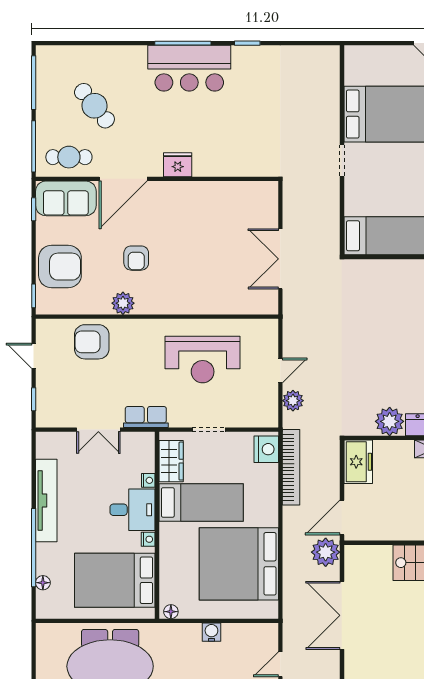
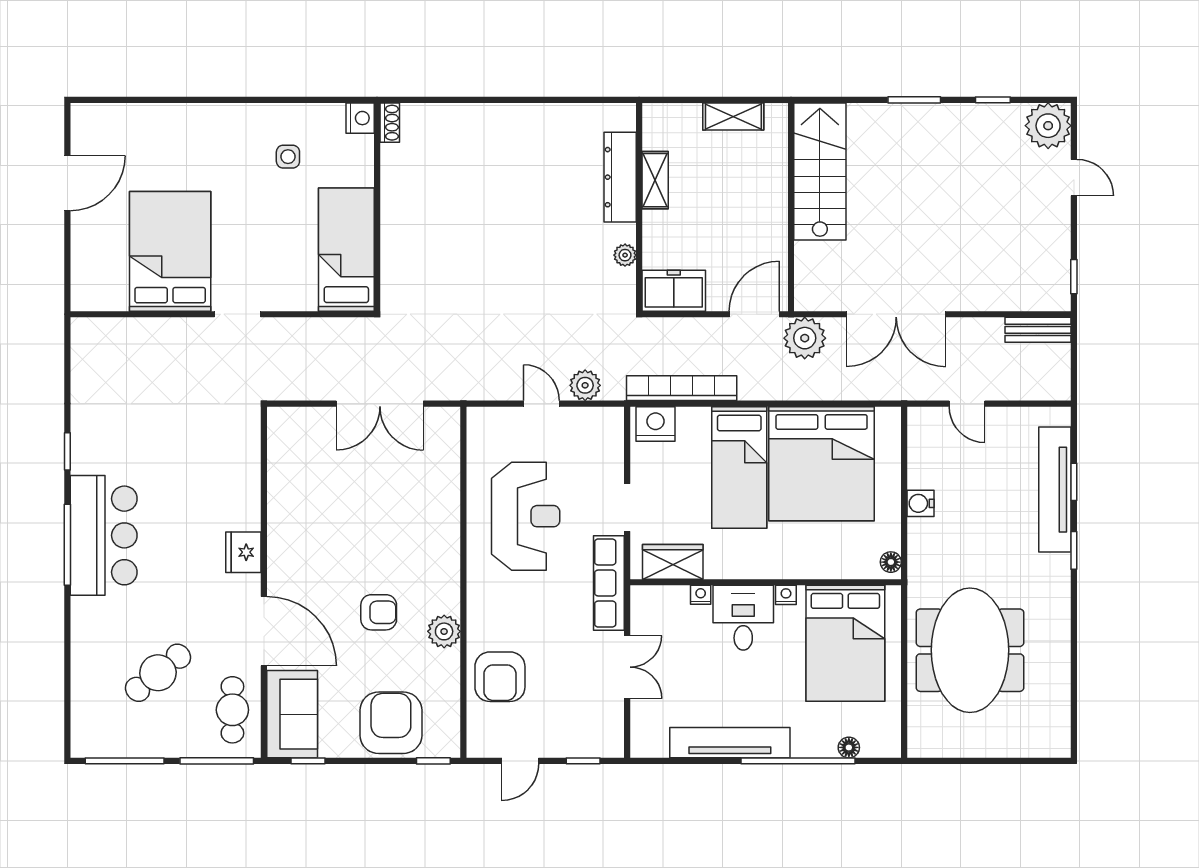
row of seats: (146, 417) -> (609, 583), width x1.48
plant: (390, 421) -> (625, 255), width x0.53, depth x0.53
bed: (201, 502) -> (739, 468), moved, turned 180
door: (342, 517) -> (754, 314), swing flipped

